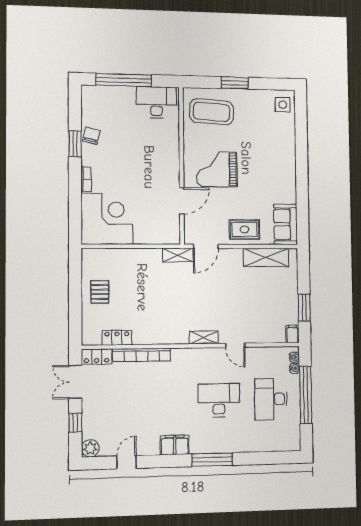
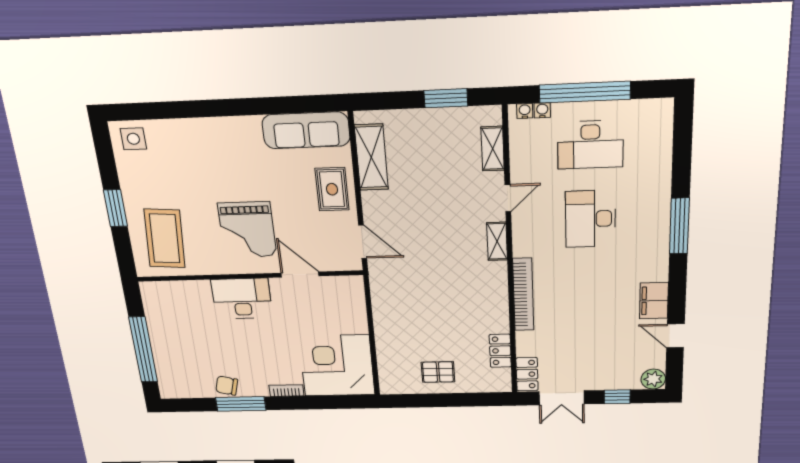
desk: (156, 102) -> (242, 299), moved, turned 90
window: (75, 144) -> (241, 404), width x1.44
sofa: (286, 224) -> (306, 130), width x1.36
shelving: (178, 255) -> (493, 149), moved
filing cabinet: (292, 334) -> (488, 115), removed
bookcase: (142, 355) -> (523, 295), moved
filing cabinet: (175, 445) -> (654, 301), moved

